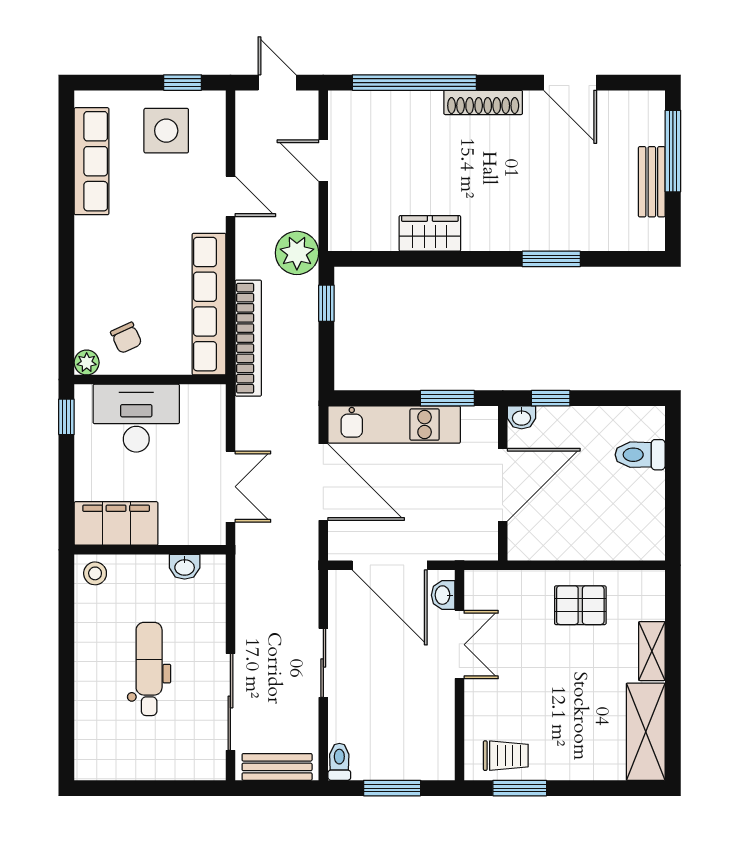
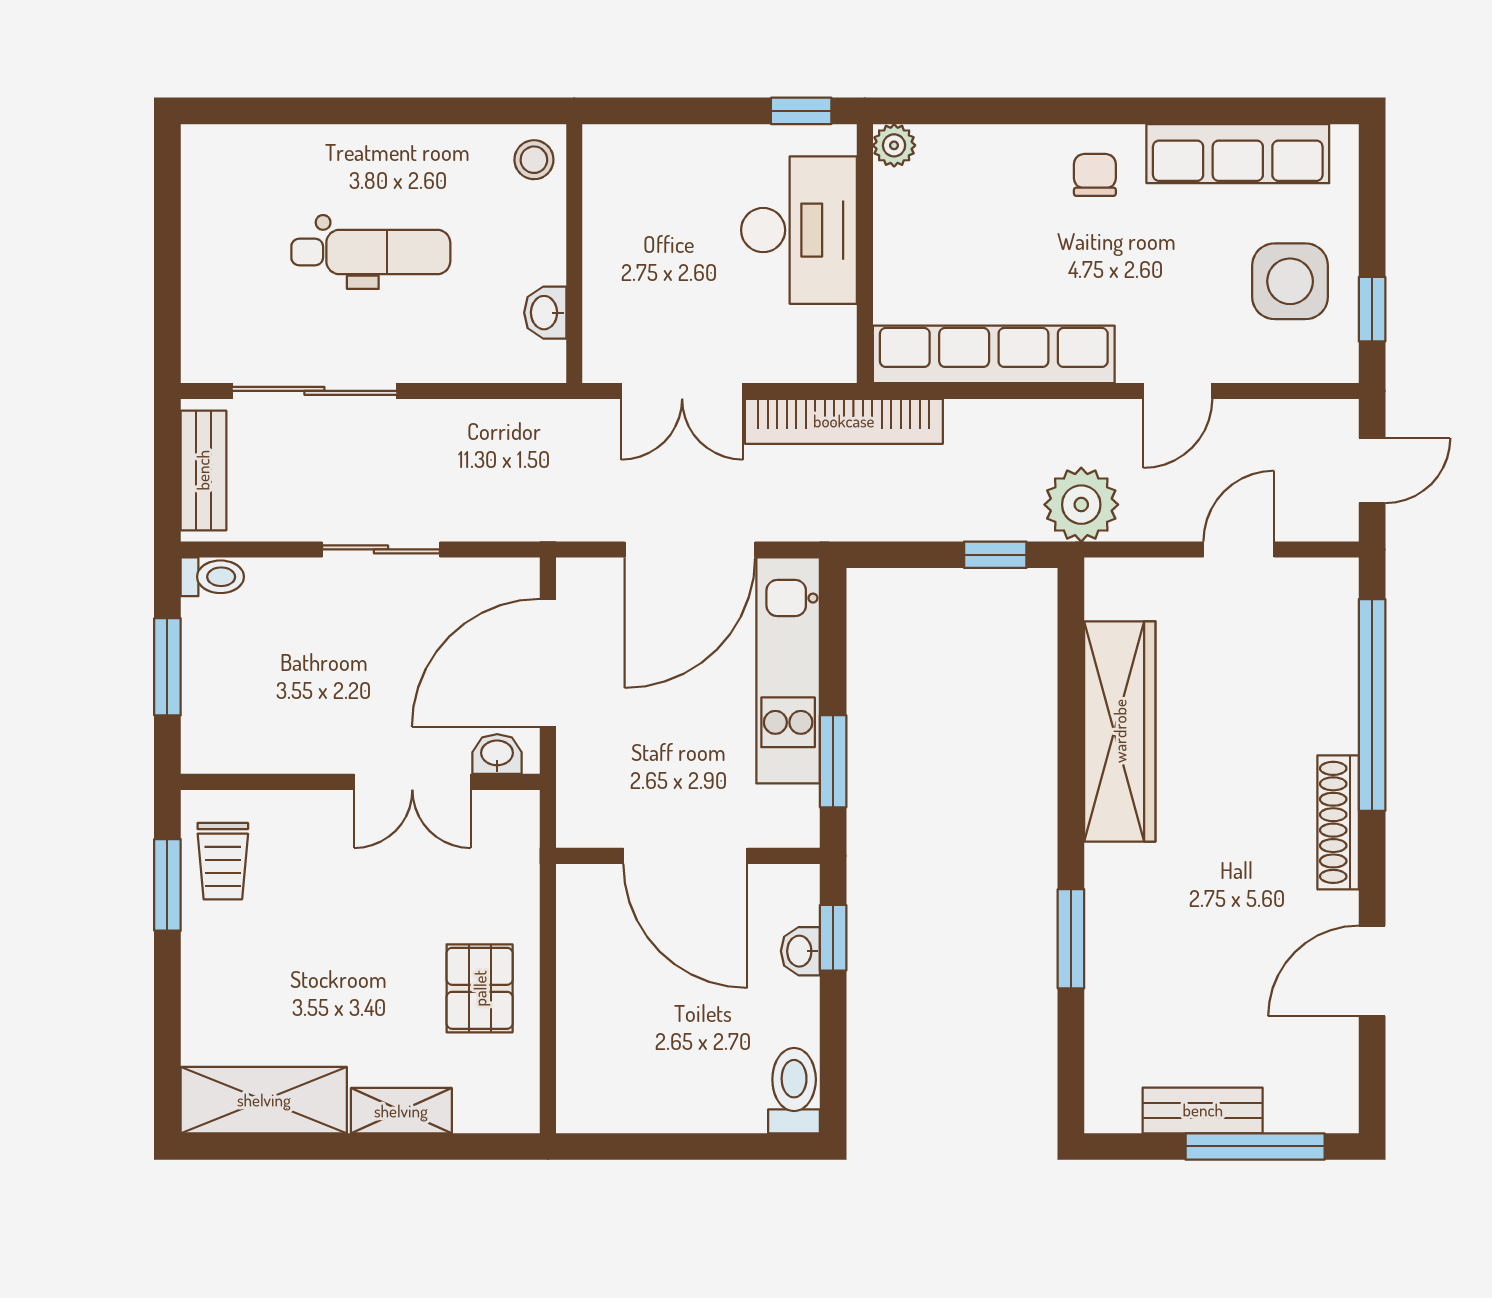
wardrobe: (430, 233) -> (1120, 731), width x2.10, depth x1.17
chair: (126, 338) -> (1095, 175), moved, turned 115
bookcase: (248, 338) -> (844, 421), moved
washbasin: (522, 417) -> (800, 951), moved
toilet: (640, 455) -> (794, 1091), moved
filing cabinet: (116, 523) -> (619, 196), removed

